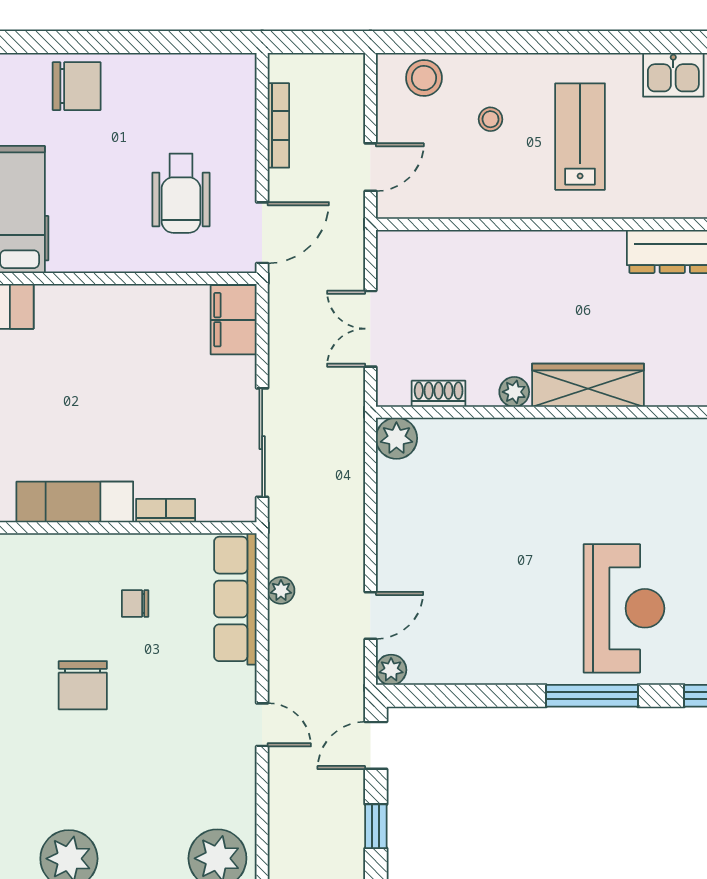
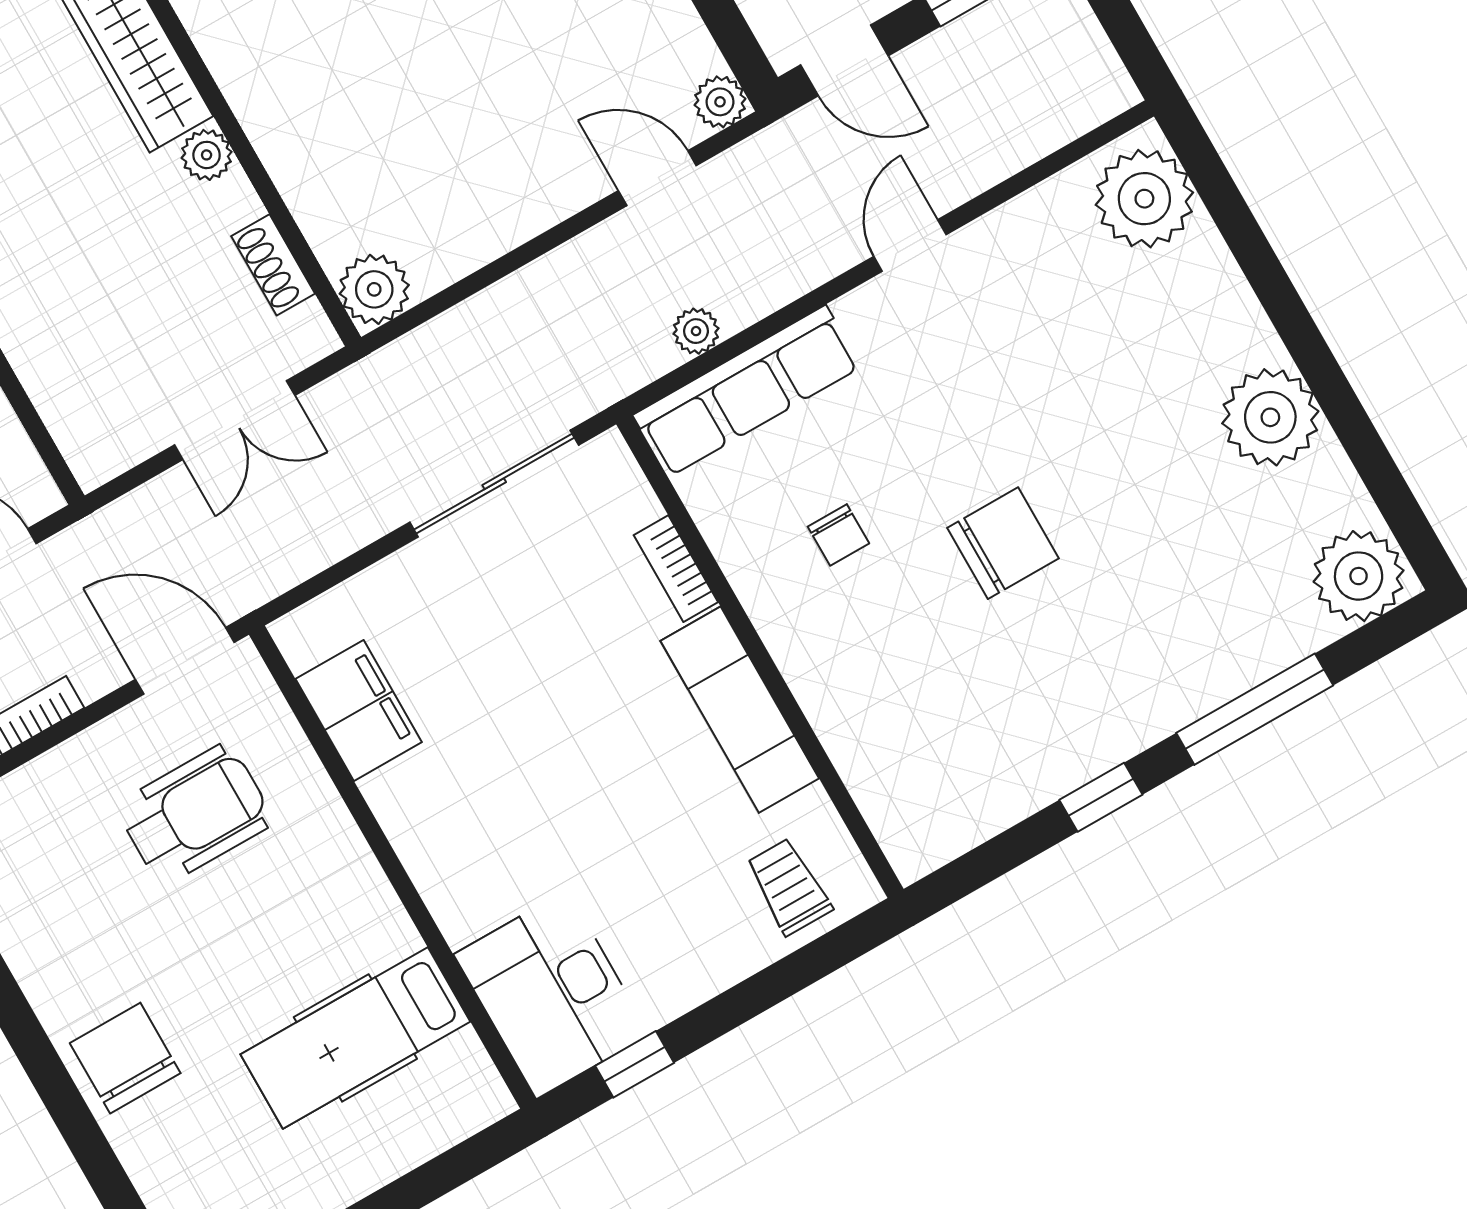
filing cabinet: (234, 320) -> (359, 711), moved, turned -90

